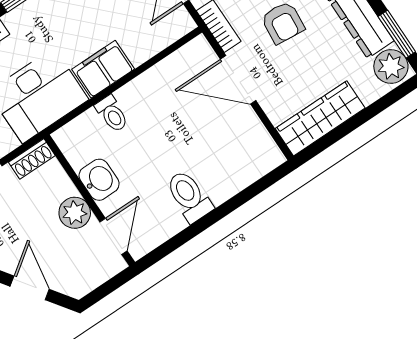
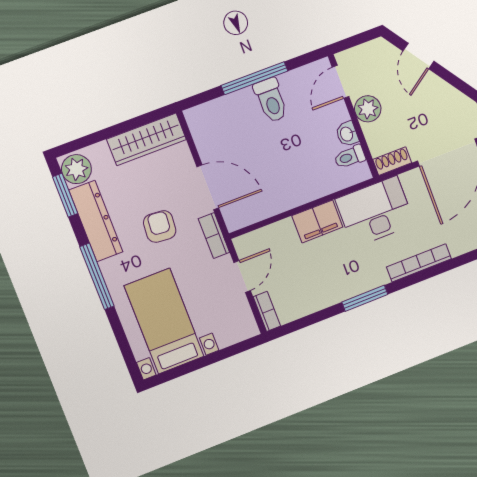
toilet: (112, 114) -> (350, 157), moved, turned -90
washbasin: (99, 180) -> (347, 134), width x0.72, depth x0.69
window: (214, 217) -> (254, 78), added

